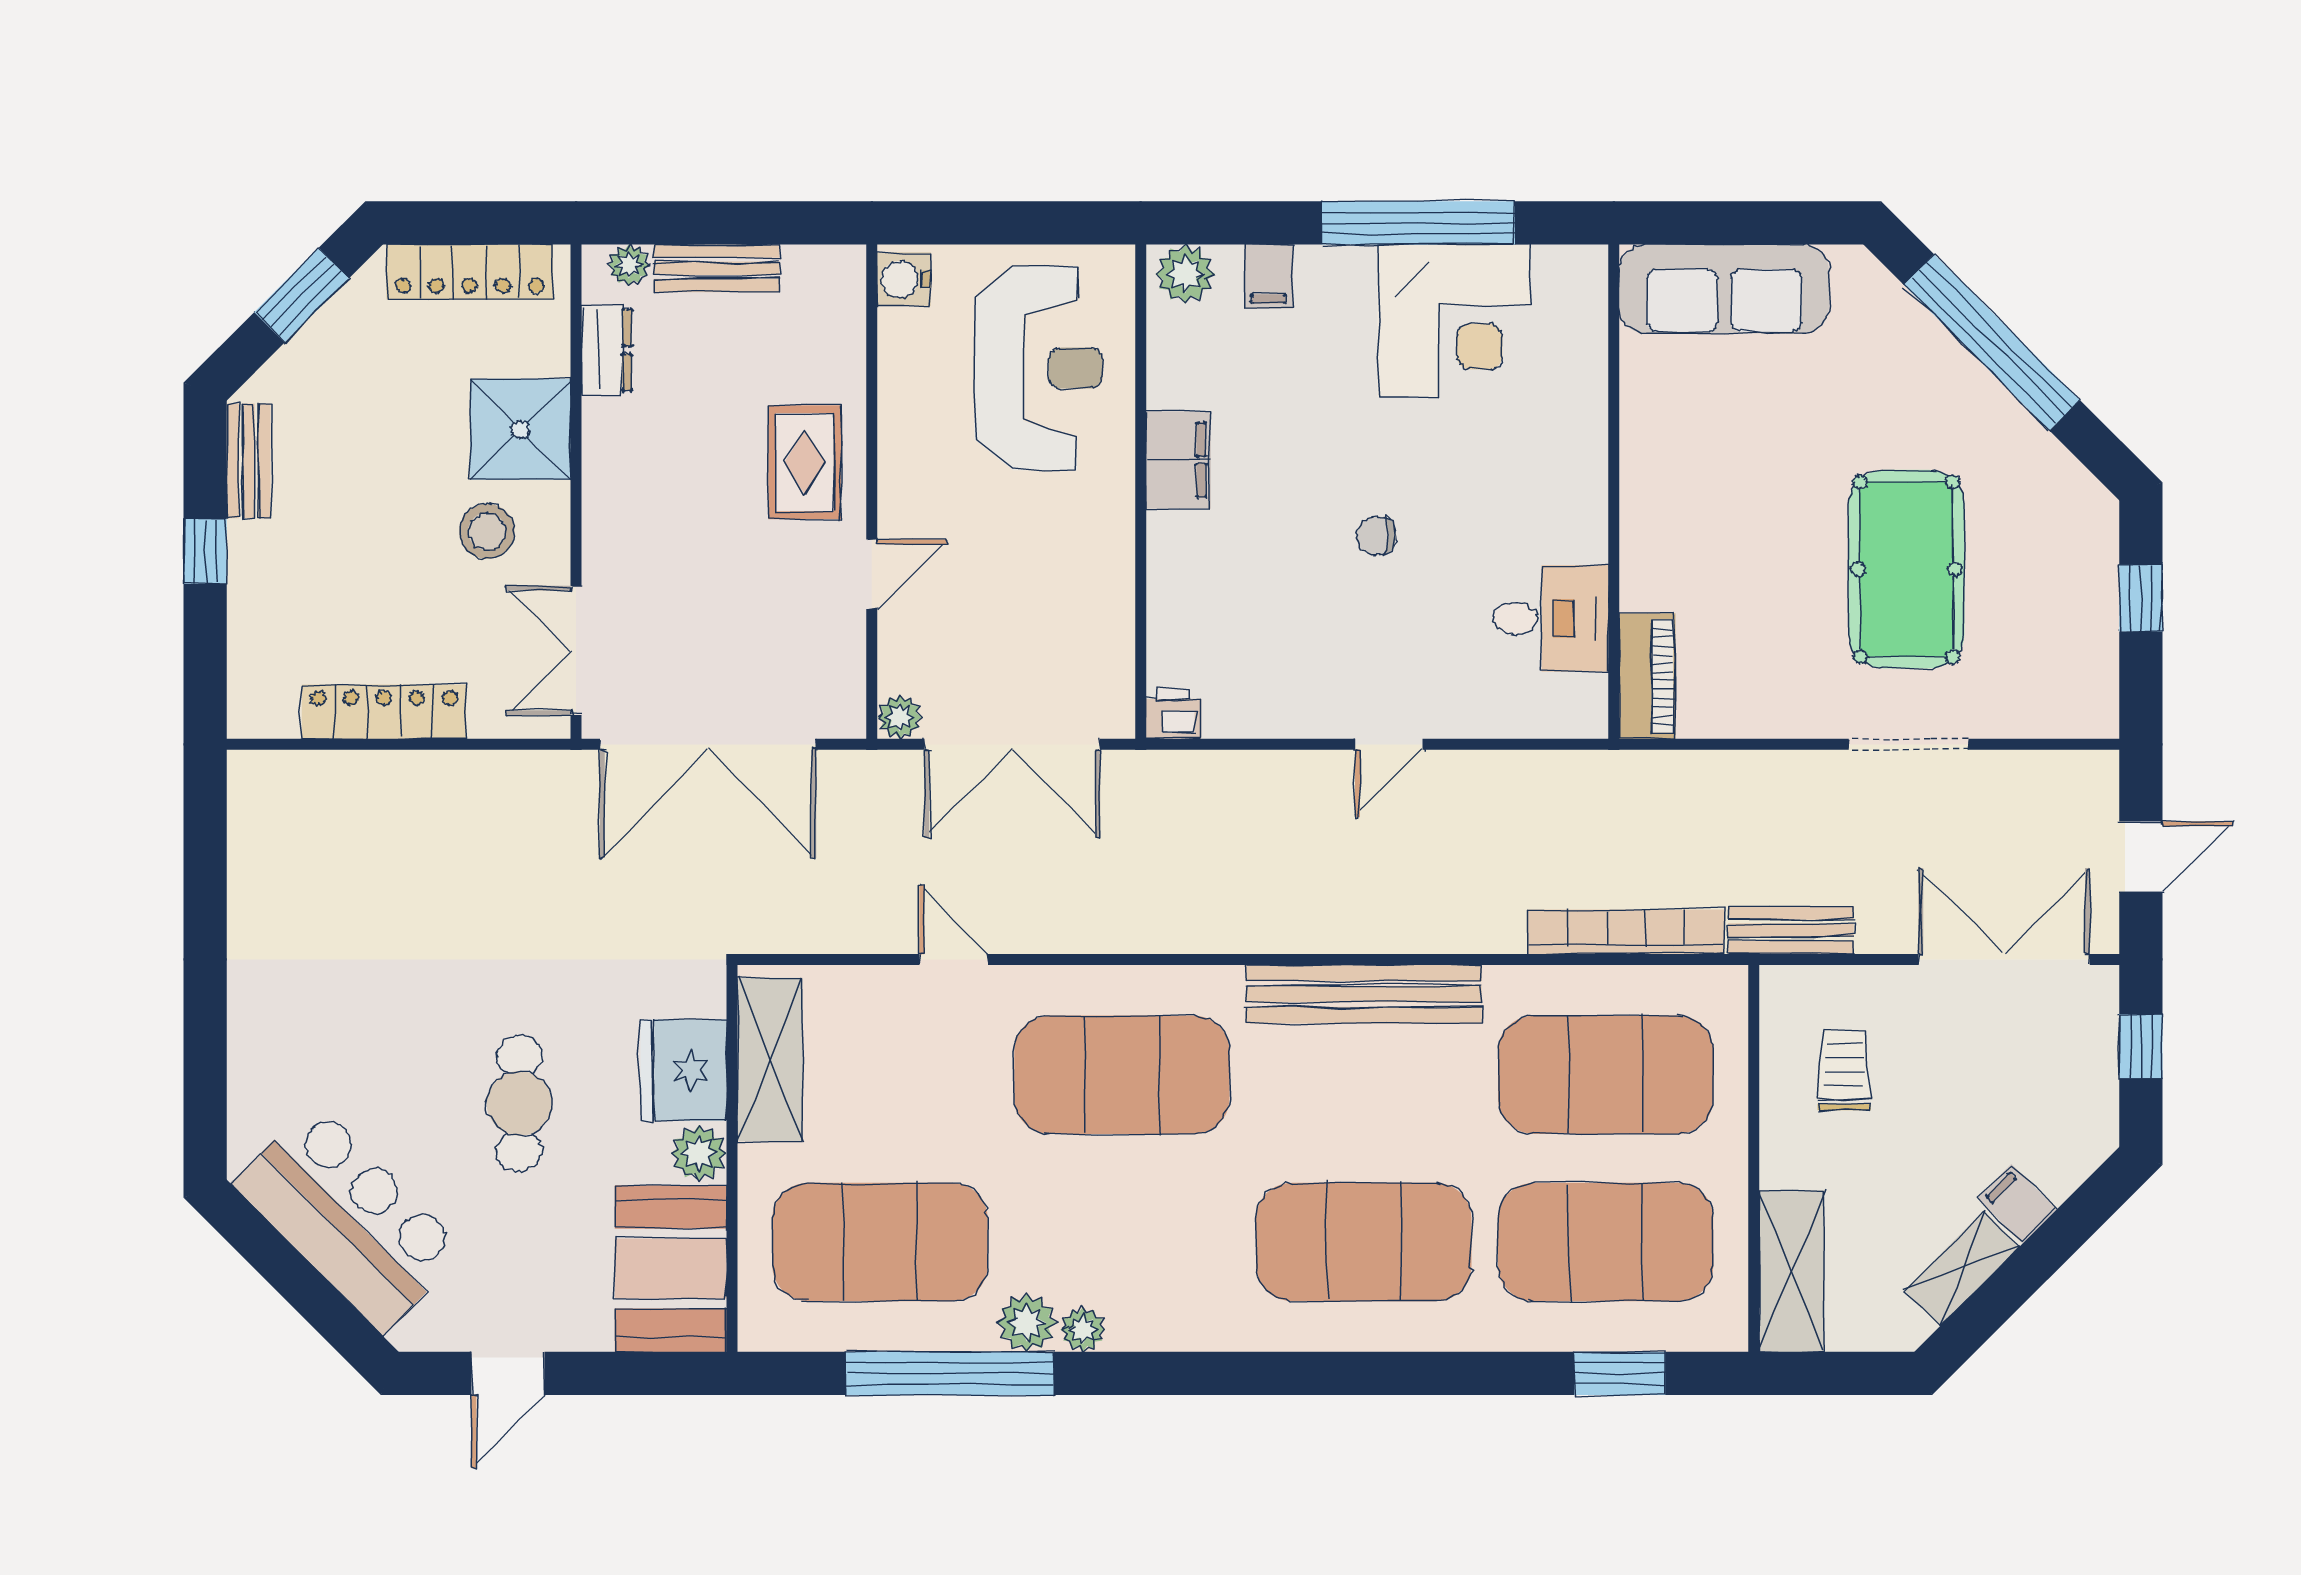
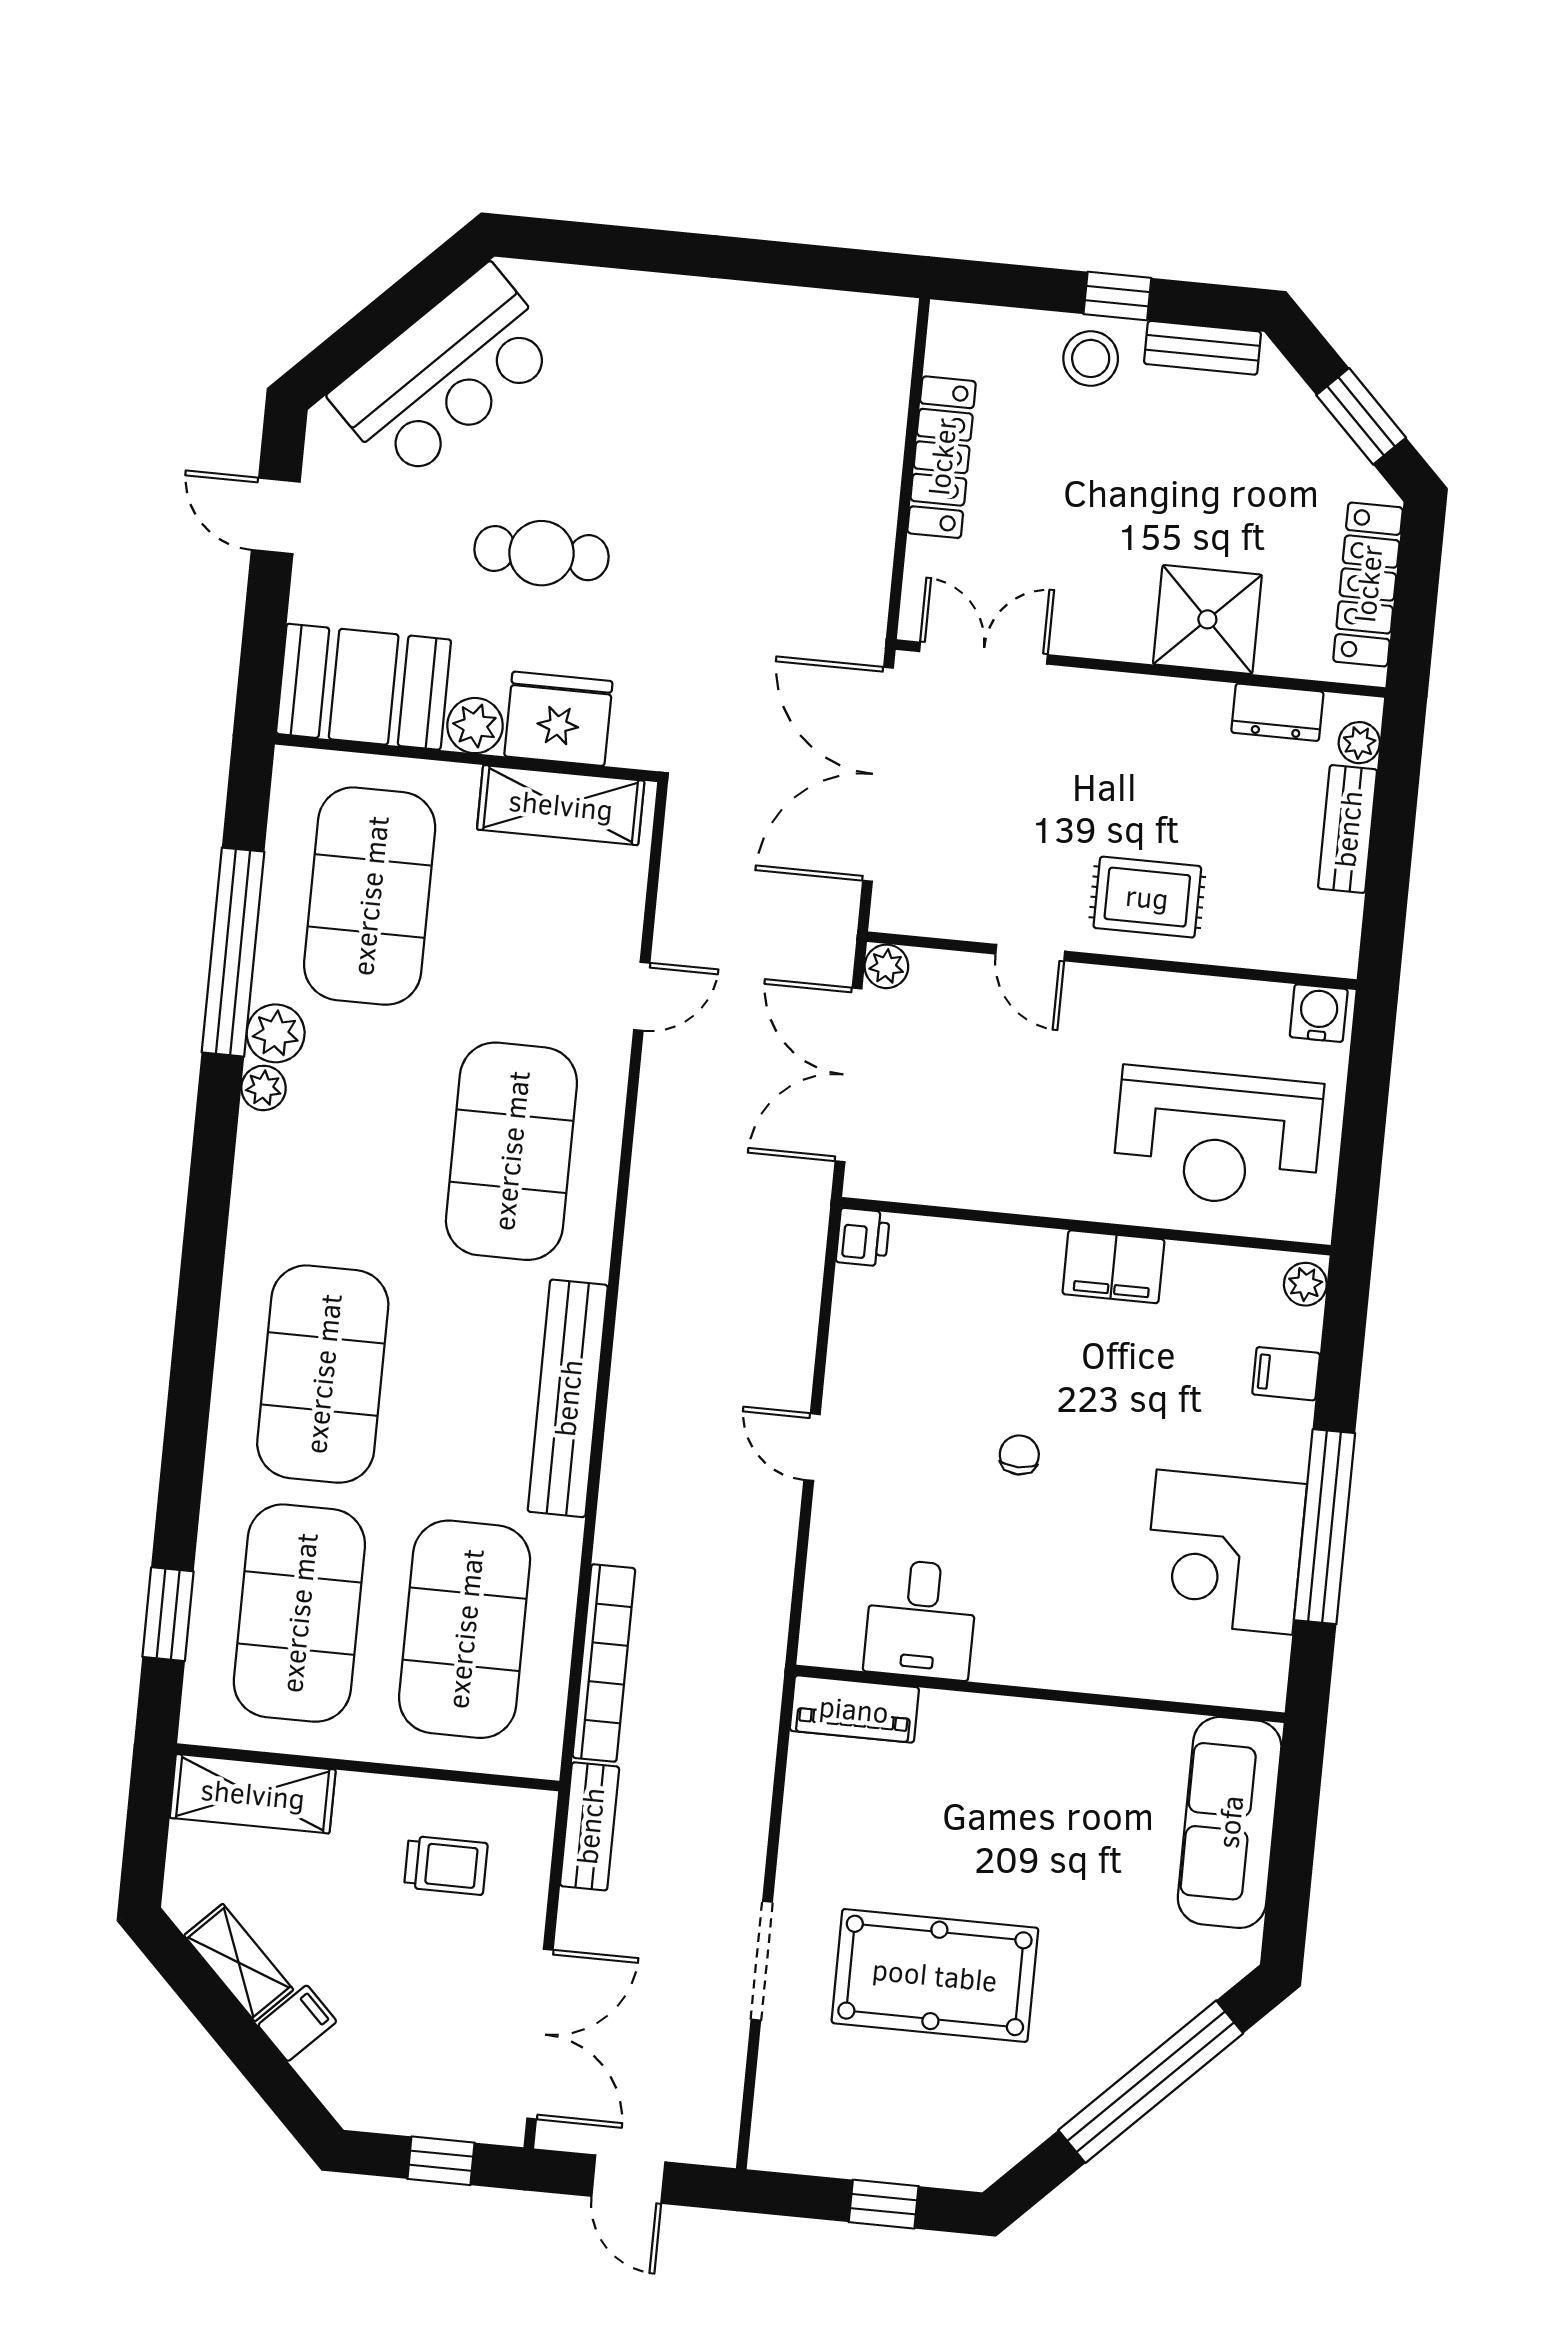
plant: (1185, 274) -> (1305, 1284), width x0.73, depth x0.73
stool: (487, 531) -> (1091, 358), moved

